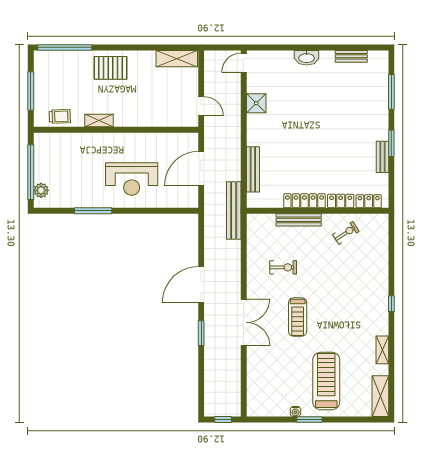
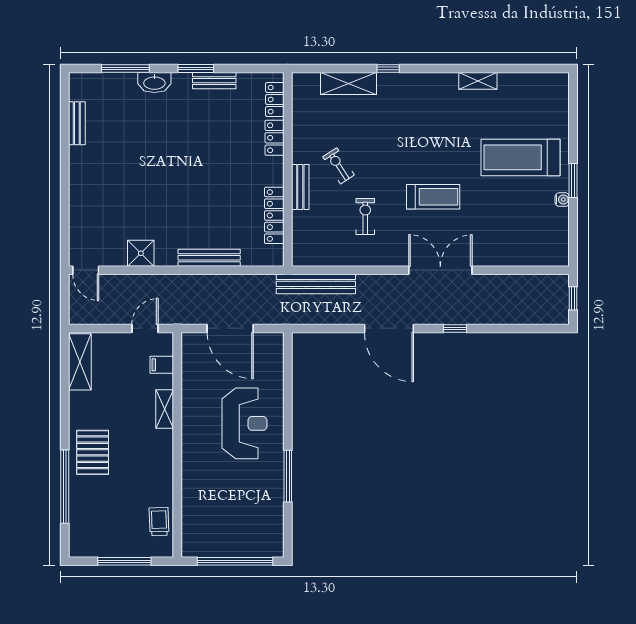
window: (65, 47) -> (65, 487), moved
washbasin: (307, 58) -> (154, 82), moved, turned 90
filing cabinet: (175, 118) -> (162, 365), added
shelving: (99, 121) -> (165, 409), moved
bench: (253, 169) -> (209, 258), moved
plant: (41, 190) -> (260, 547), removed
locker: (304, 201) -> (274, 215), moved
bench: (234, 210) -> (316, 284), moved
bench: (299, 220) -> (300, 187), width x0.73
exercise bike: (346, 233) -> (339, 166), moved
window: (391, 304) -> (388, 68), moved
window: (201, 333) -> (455, 328), width x0.67
shelving: (380, 396) -> (349, 84), moved

